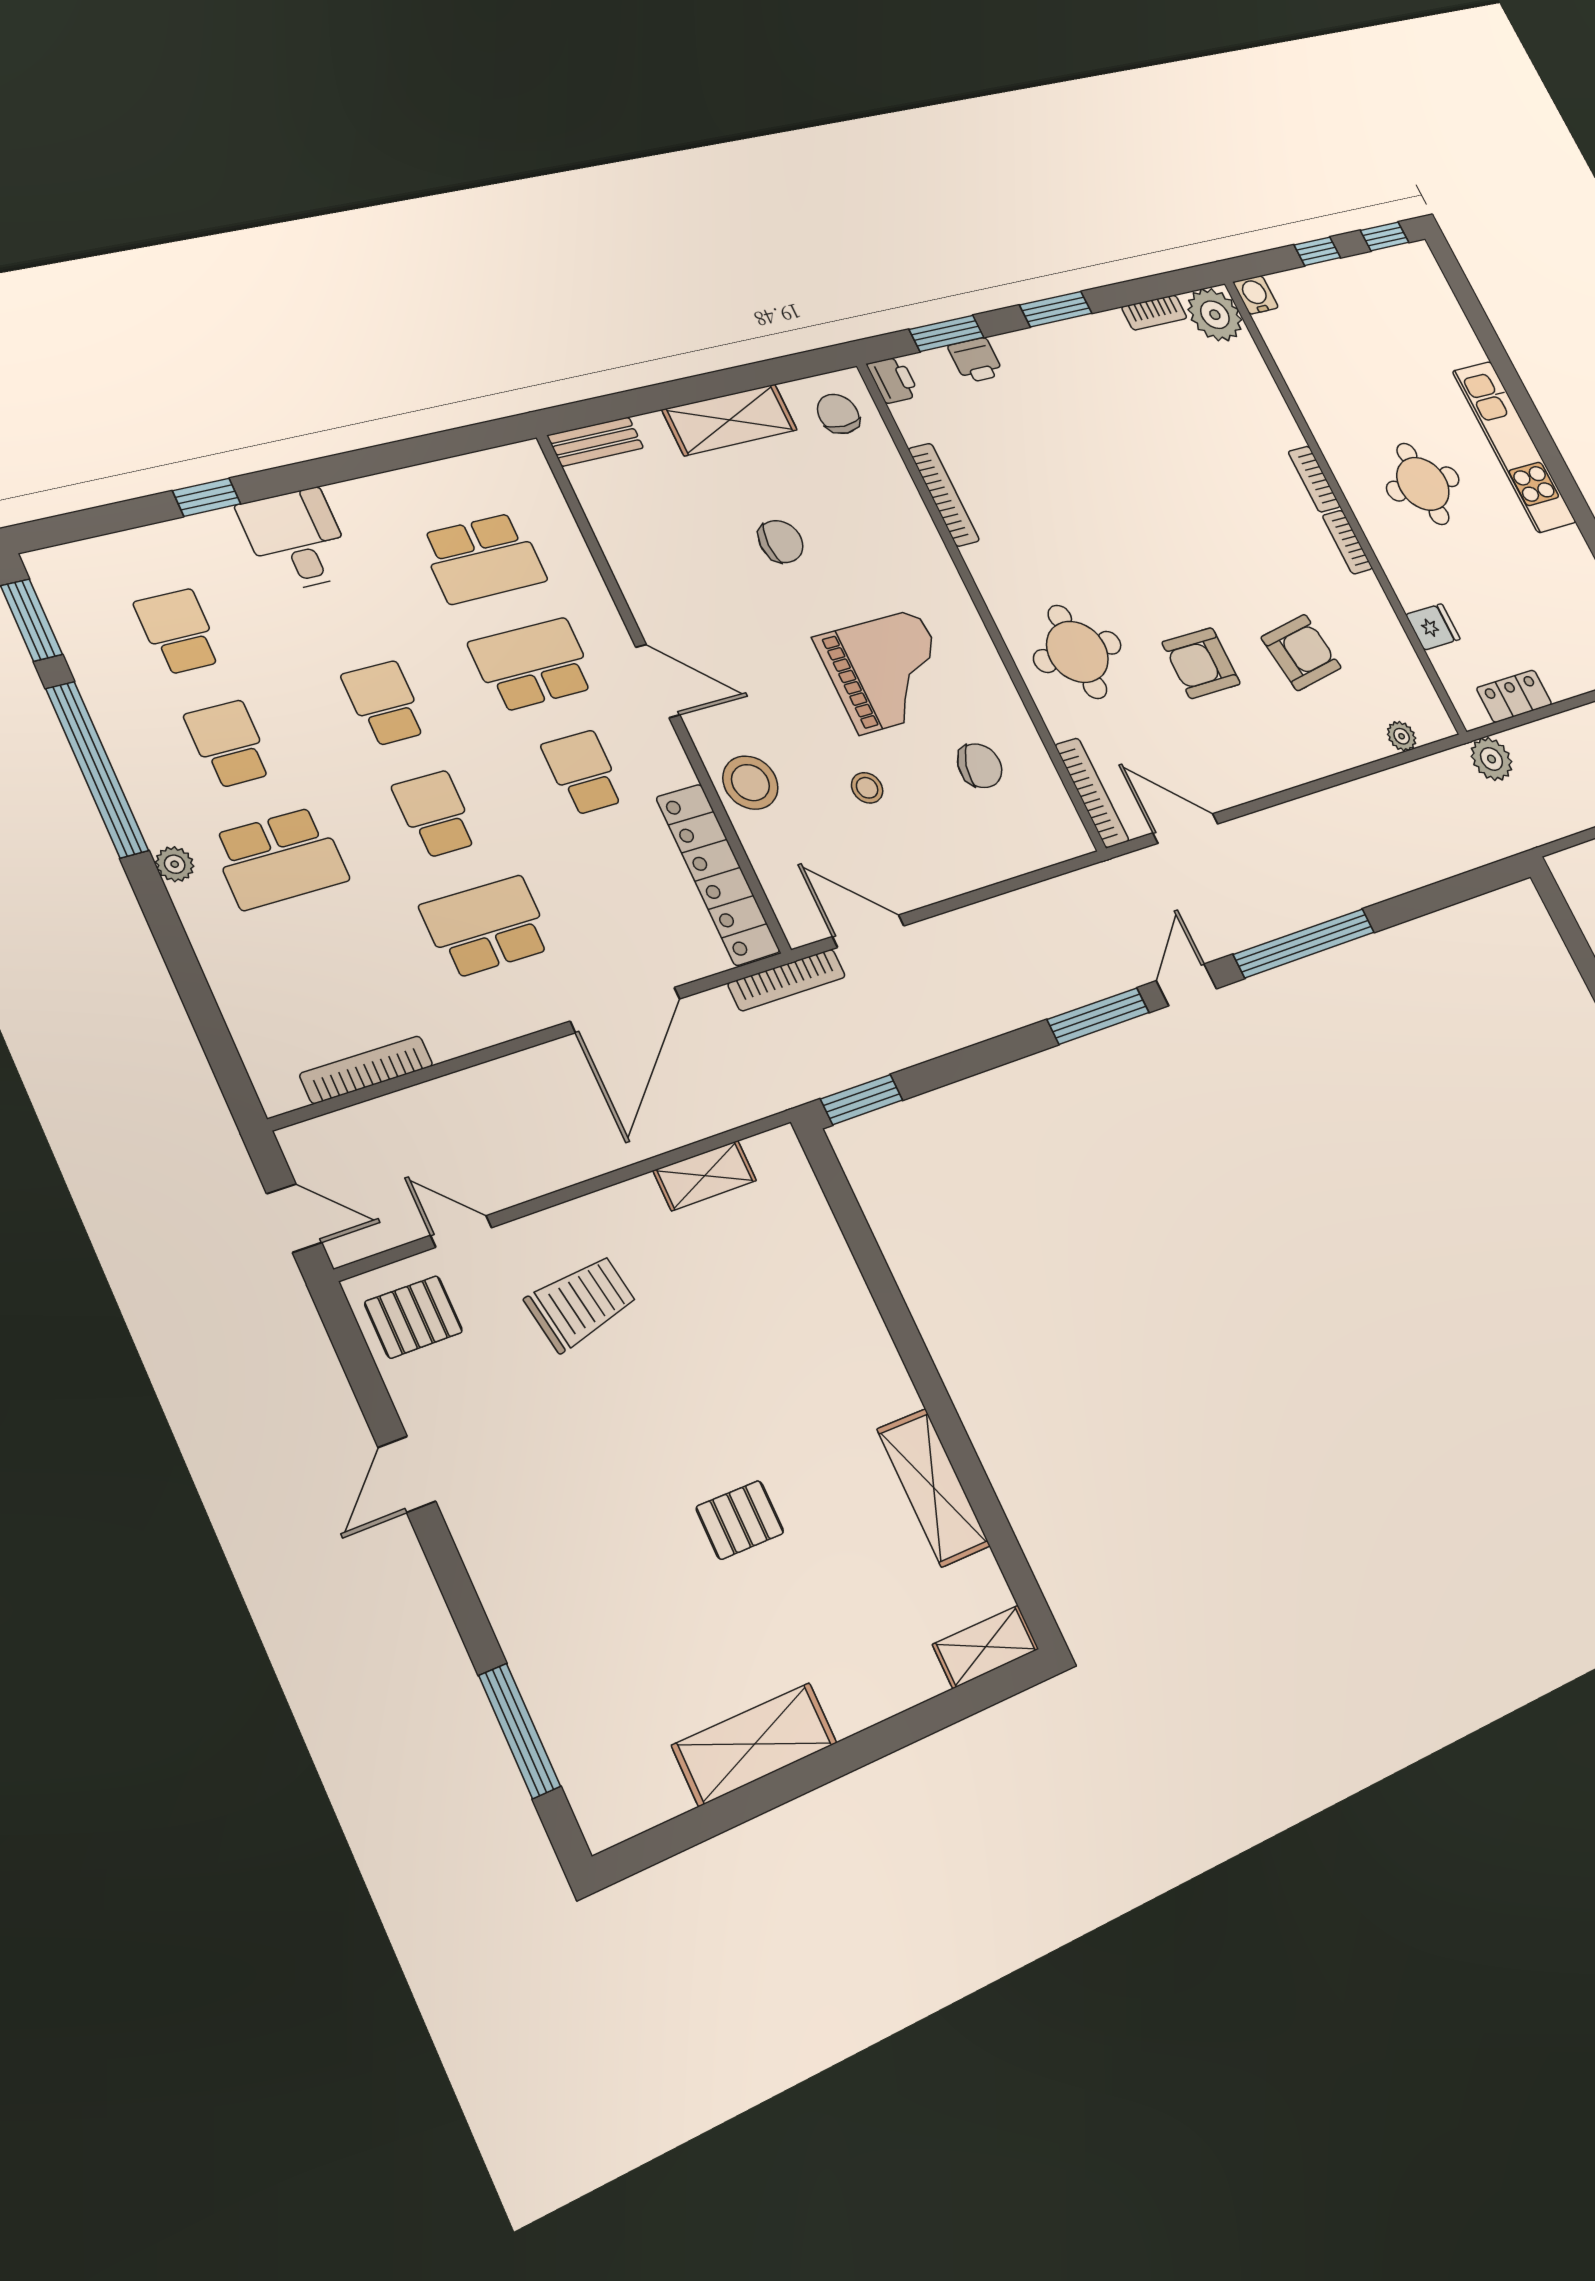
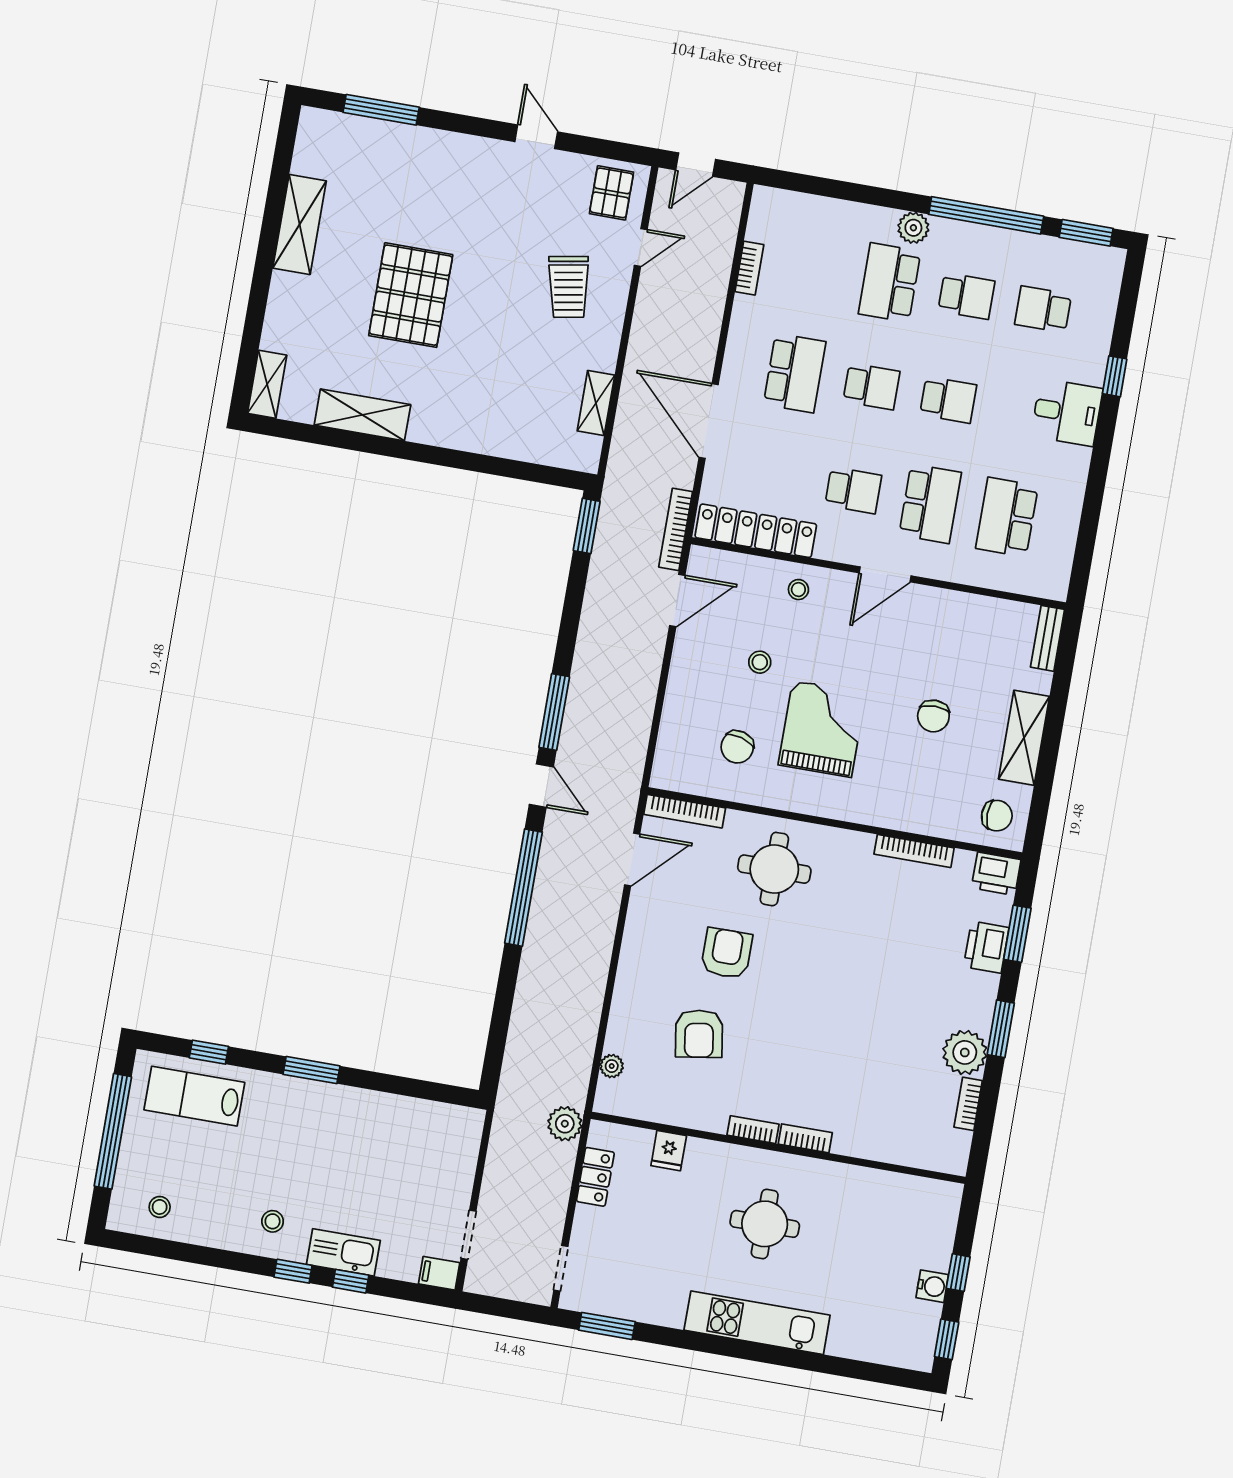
water cooler: (1256, 295) -> (932, 1286), moved
plant: (1215, 315) -> (965, 1052), moved
printer: (976, 360) -> (986, 947), width x1.36, depth x1.24
printer: (893, 380) -> (996, 874), width x1.36, depth x1.24
school desk: (178, 632) -> (1043, 309), turned 180
grand piano: (888, 671) -> (822, 729), turned 180
stool: (750, 783) -> (798, 590), width x0.53, depth x0.53
plant: (175, 864) -> (913, 228), width x1.38, depth x1.38
bookcase: (366, 1070) -> (749, 268), width x0.64
pallet: (740, 1520) -> (411, 295), width x2.05, depth x2.00

